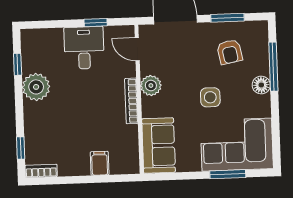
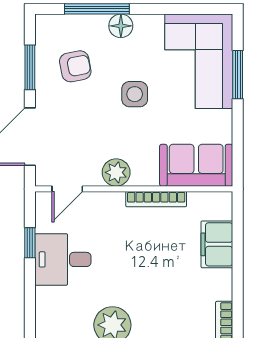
bookcase: (131, 101) -> (156, 199), moved
filing cabinet: (100, 163) -> (217, 244), width x2.00

